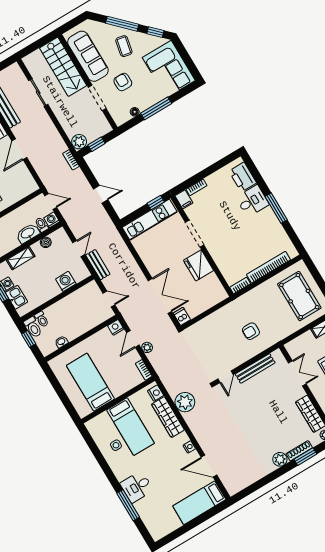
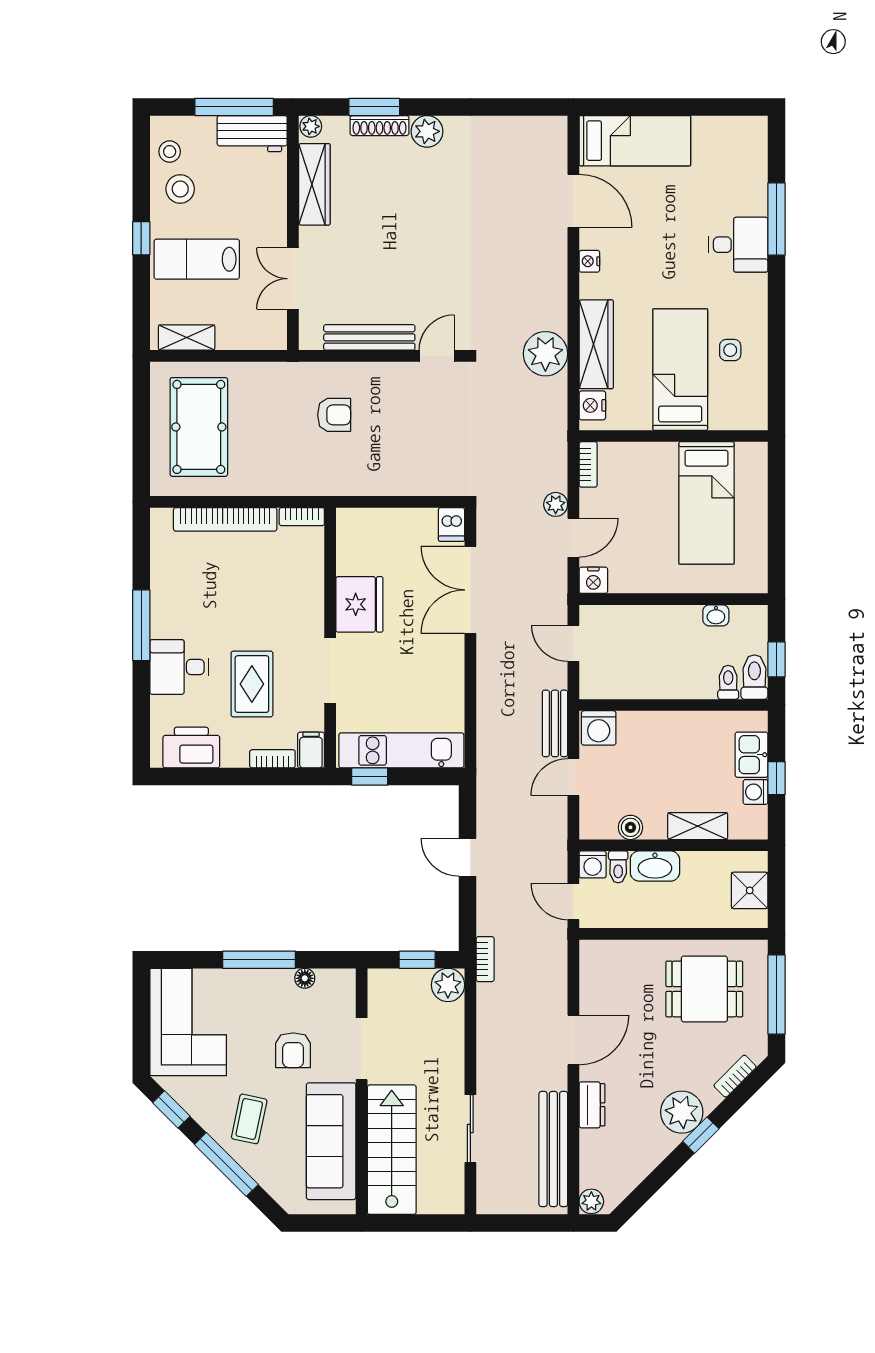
printer: (243, 177) -> (191, 748), moved, turned -90
rug: (221, 211) -> (252, 684), added
washing machine: (66, 281) -> (599, 728), moved

